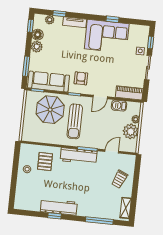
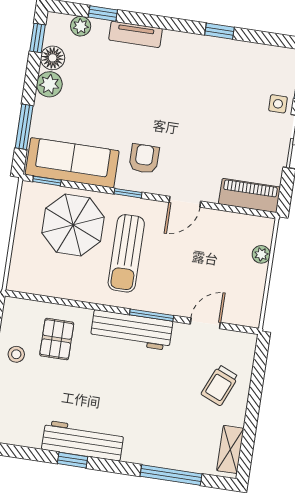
corner sofa: (107, 36) -> (205, 68), removed
barbecue: (119, 106) -> (226, 222), removed
plant: (131, 131) -> (249, 281), removed

